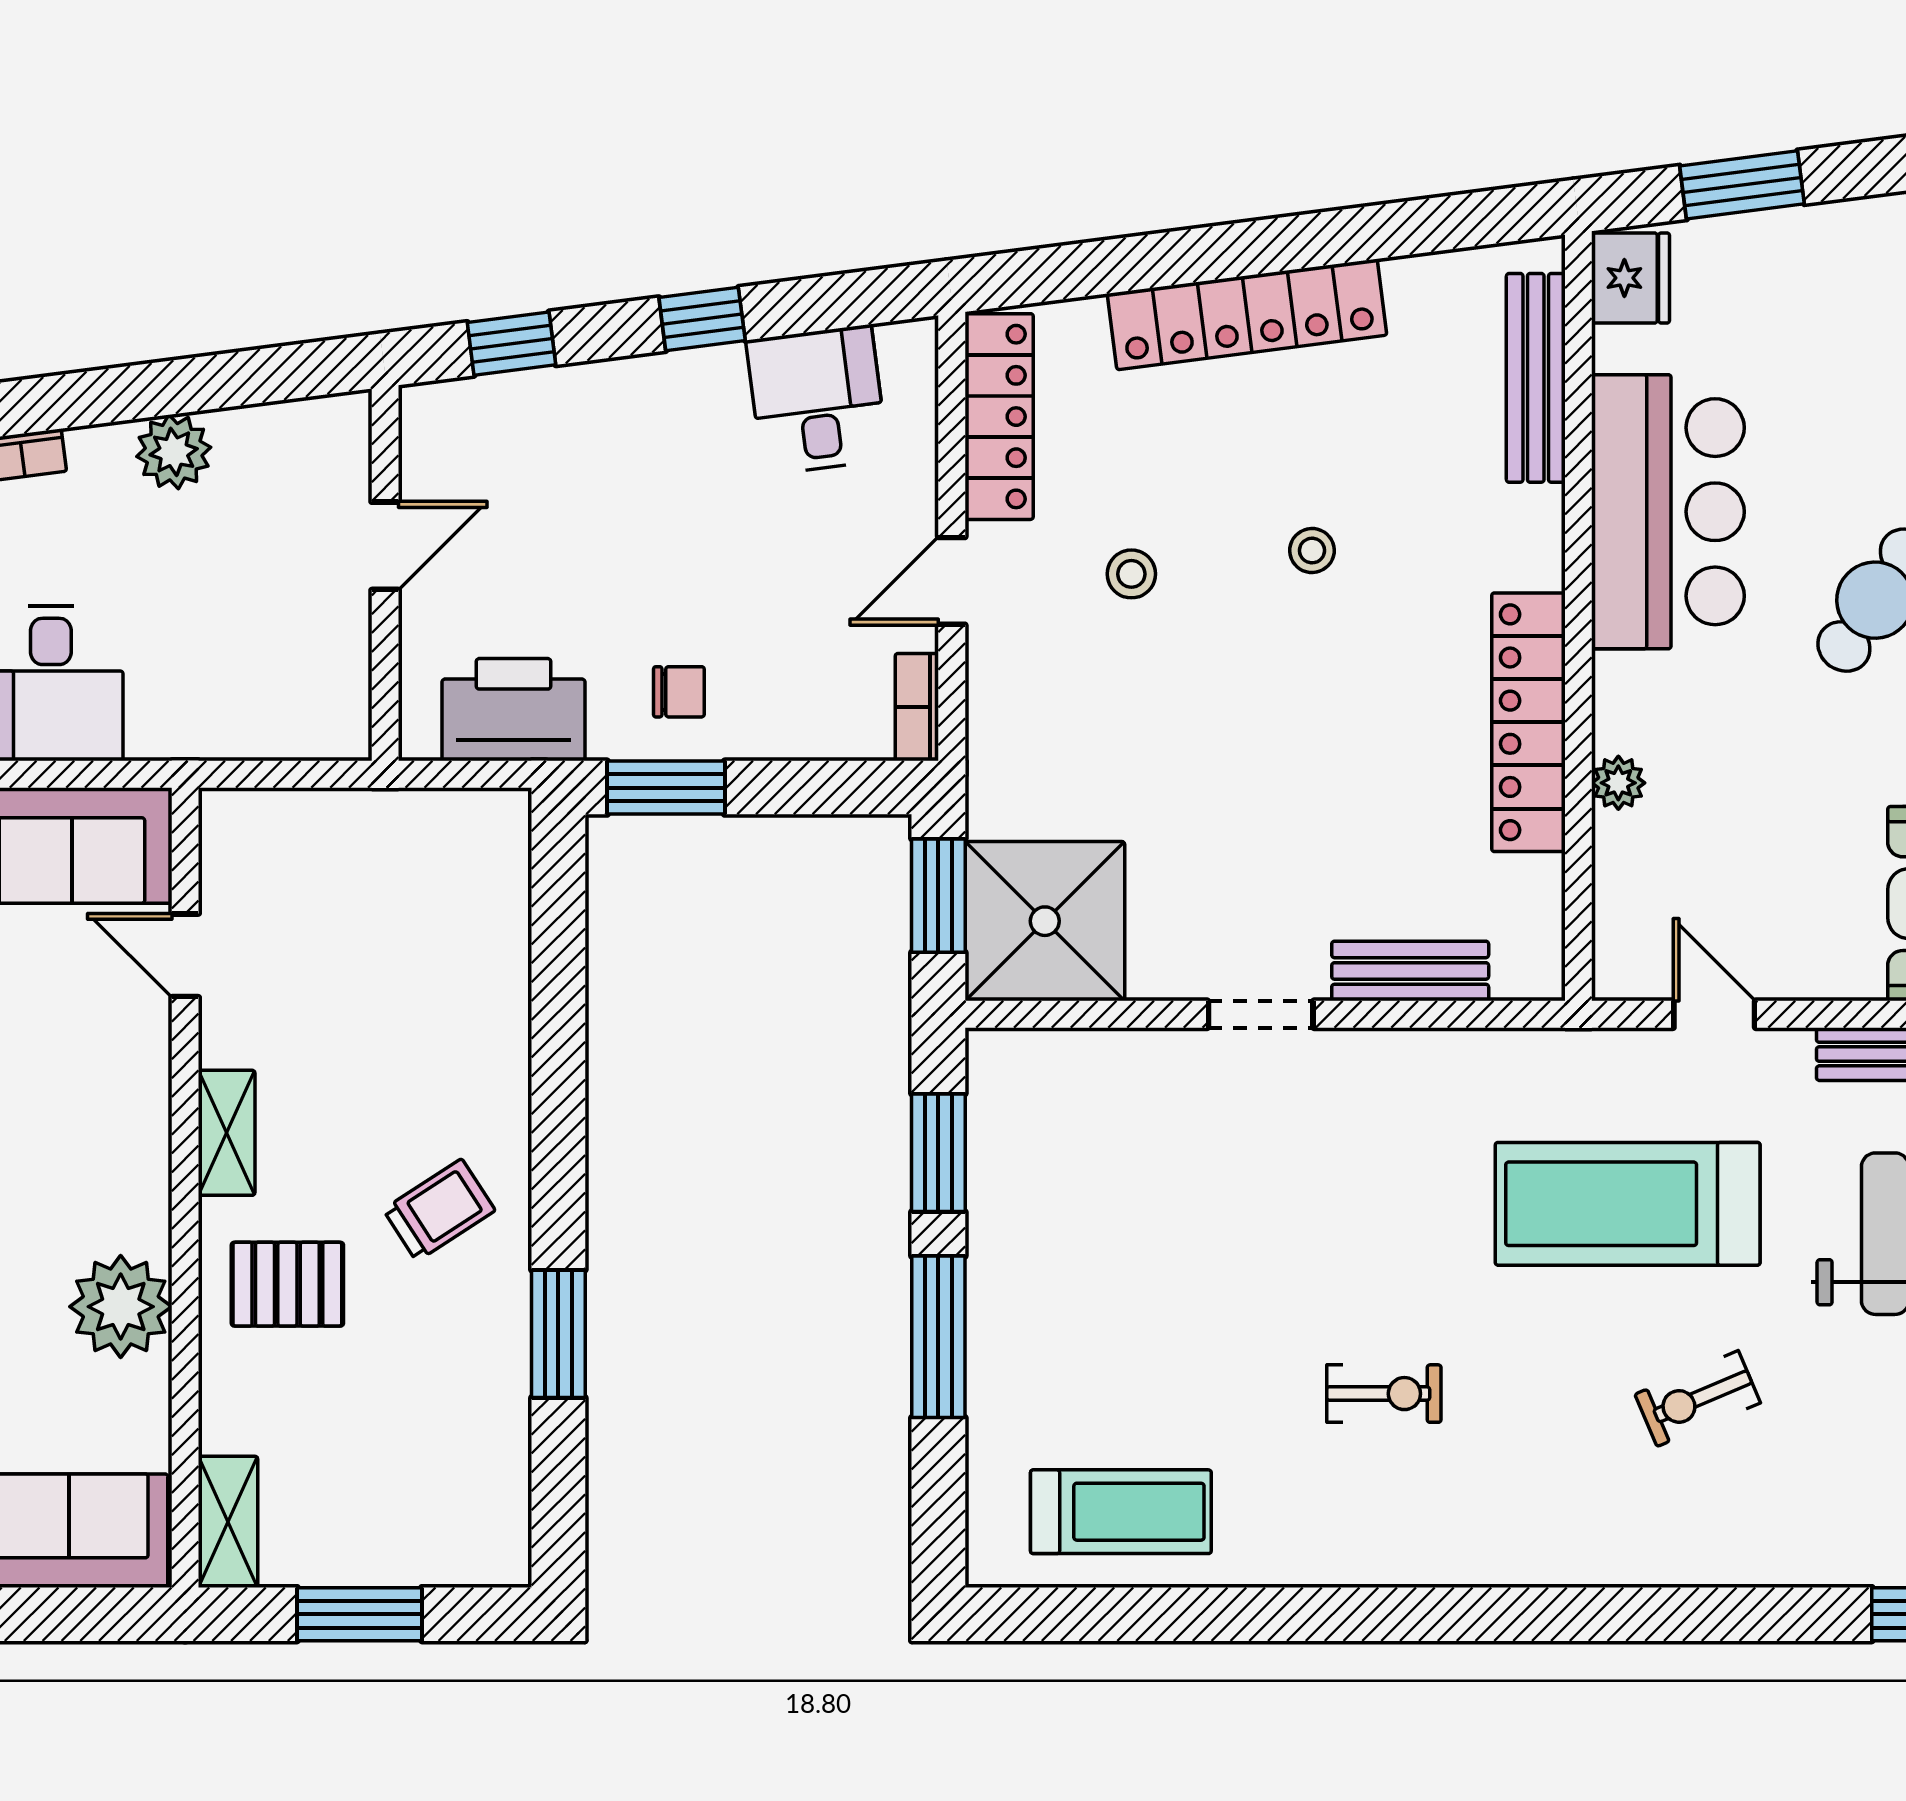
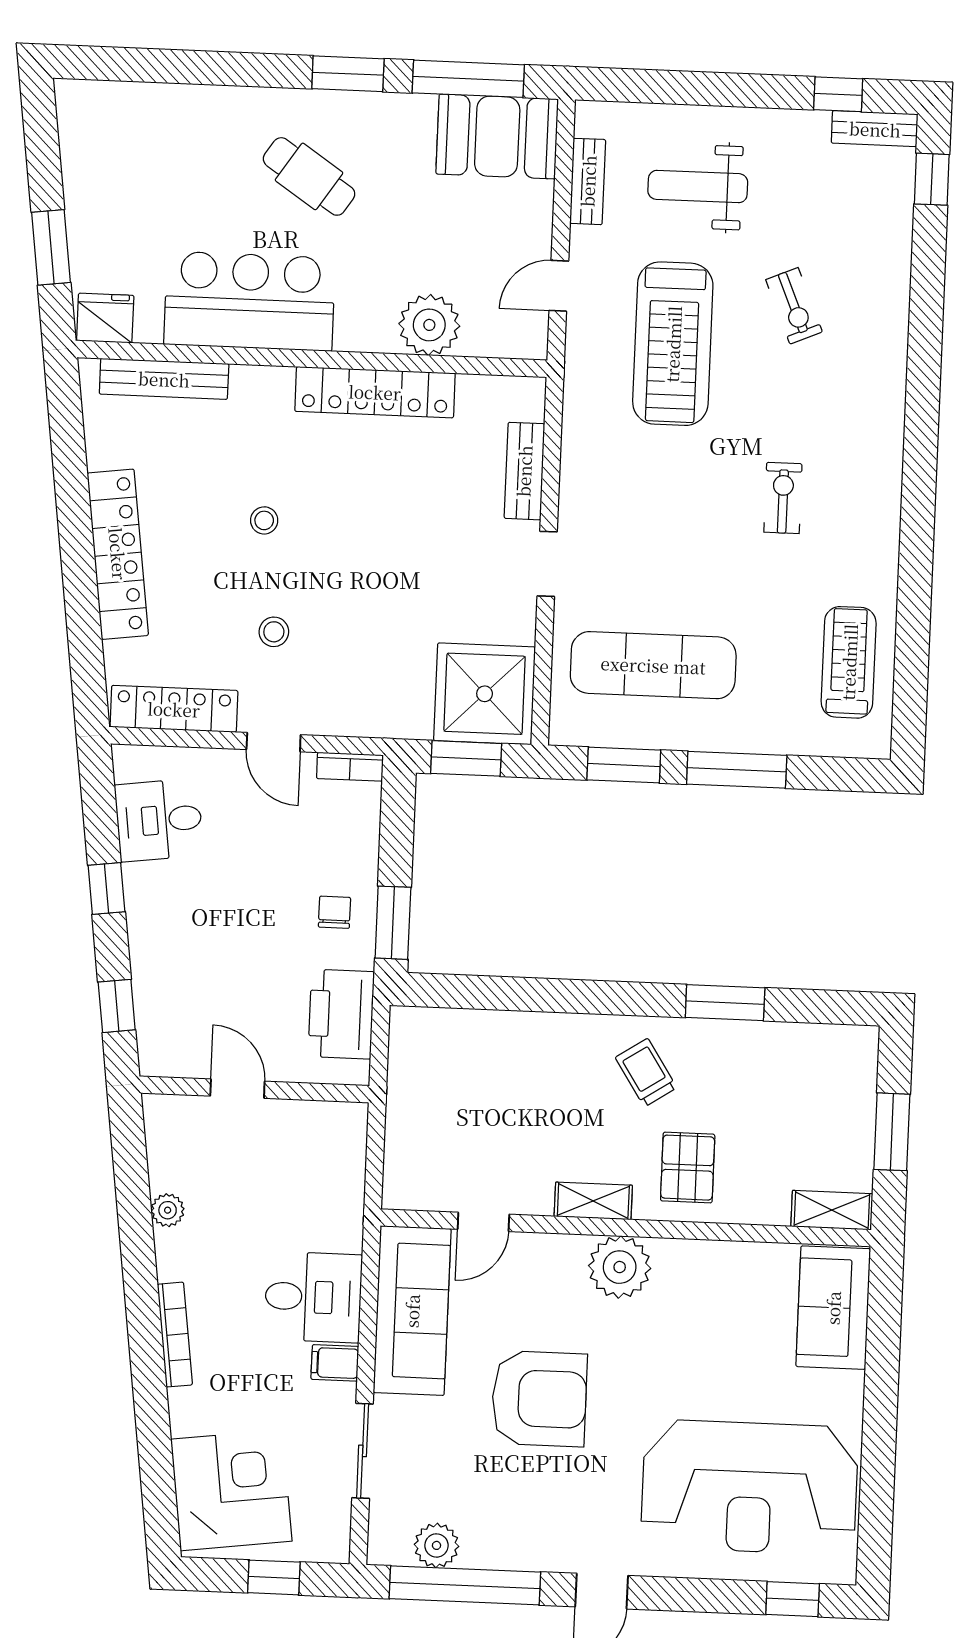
plant: (174, 452) -> (168, 1210), width x0.73, depth x0.73
plant: (1618, 783) -> (429, 325), width x1.87, depth x1.87
exercise mat: (1103, 1194) -> (653, 665), added
plant: (121, 1307) -> (620, 1267), moved

